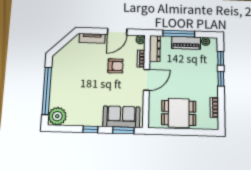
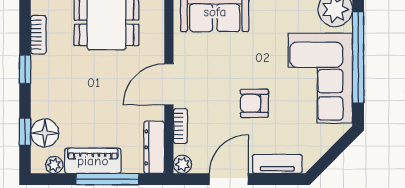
floor lamp: (211, 57) -> (45, 133), added
armchair: (115, 66) -> (254, 103), moved
window: (221, 79) -> (25, 69), moved
corner sofa: (67, 81) -> (320, 78), added

